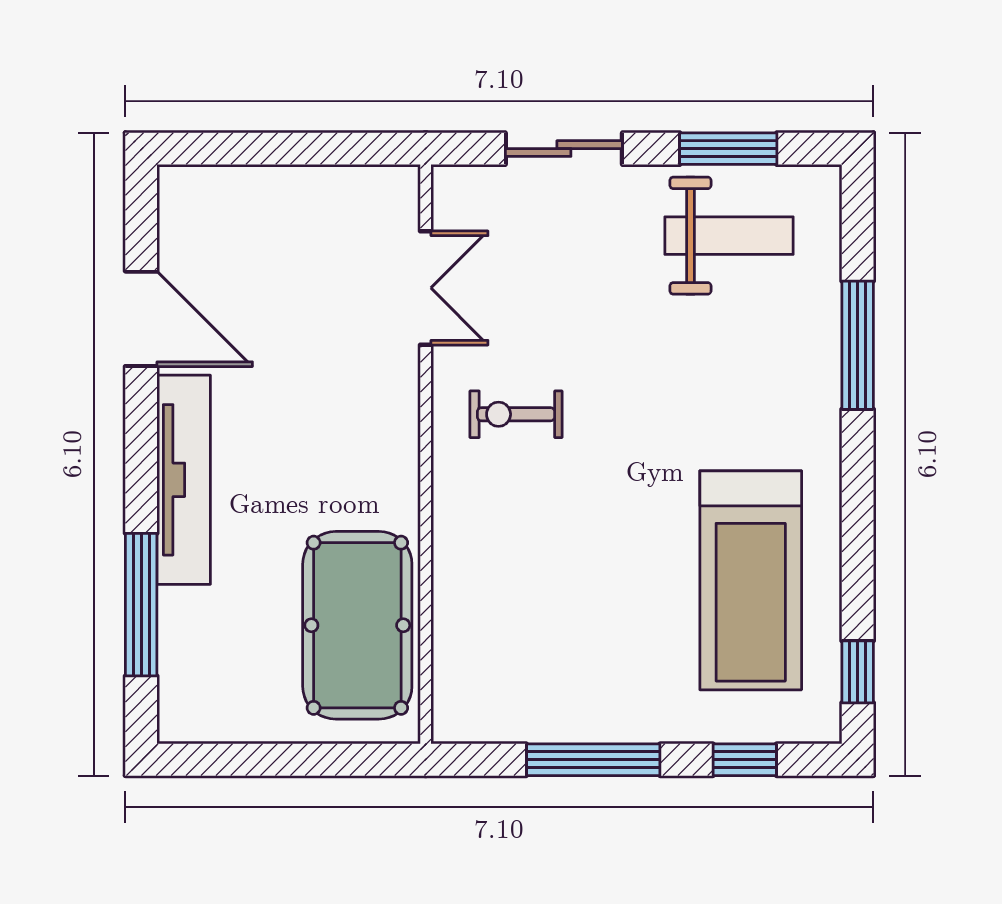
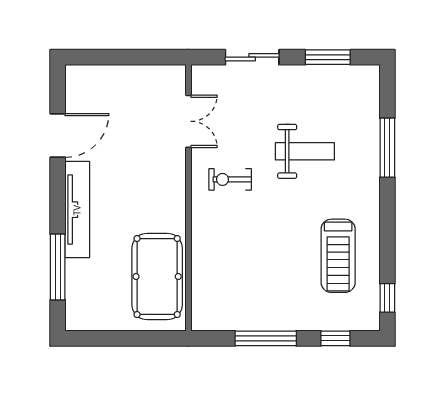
weight bench: (729, 236) -> (305, 151), moved
door: (141, 319) -> (58, 136), hinge flipped
treadmill: (751, 580) -> (338, 256), width x0.73, depth x0.73

